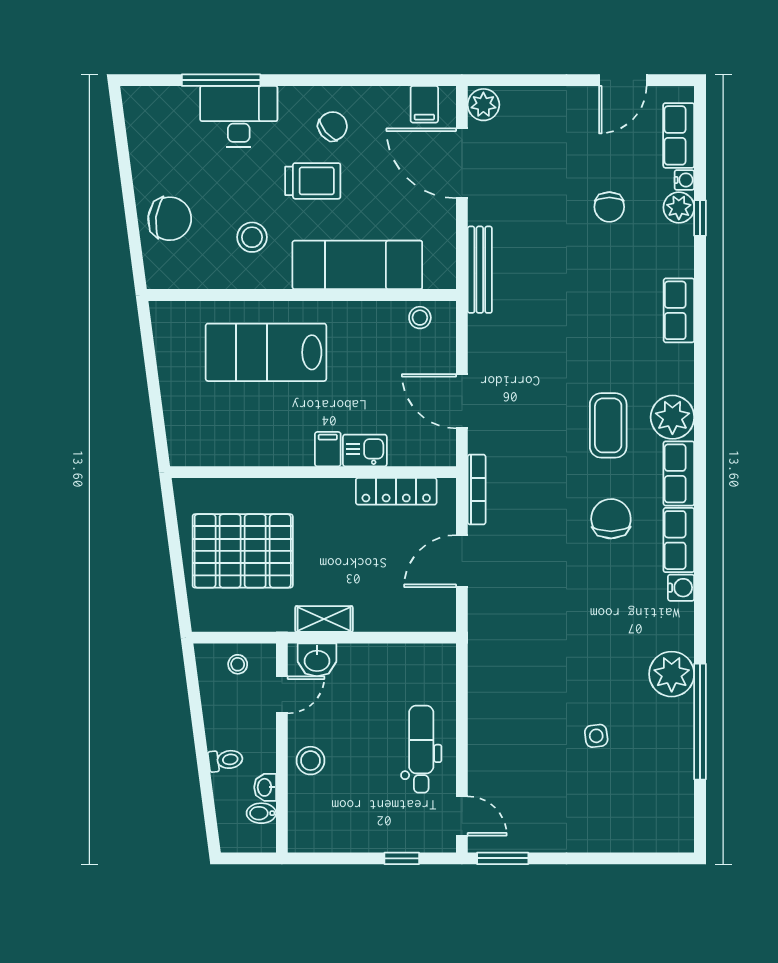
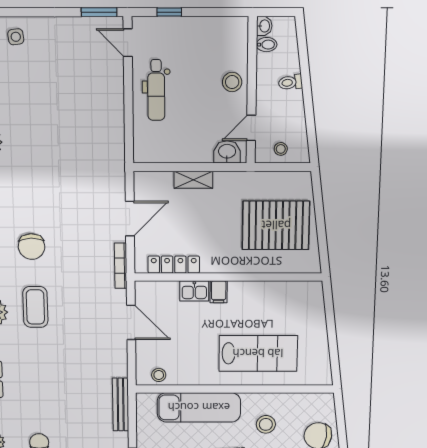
shelving: (324, 619) -> (193, 180), moved
side table: (596, 736) -> (16, 37), moved
washbasin: (265, 787) -> (264, 26), moved

